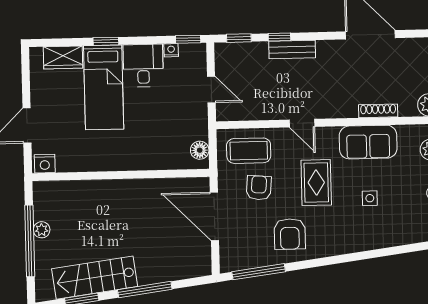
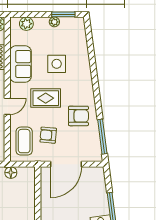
floor lamp: (200, 150) -> (11, 173), moved
side table: (370, 198) -> (57, 64), width x1.87, depth x1.87

